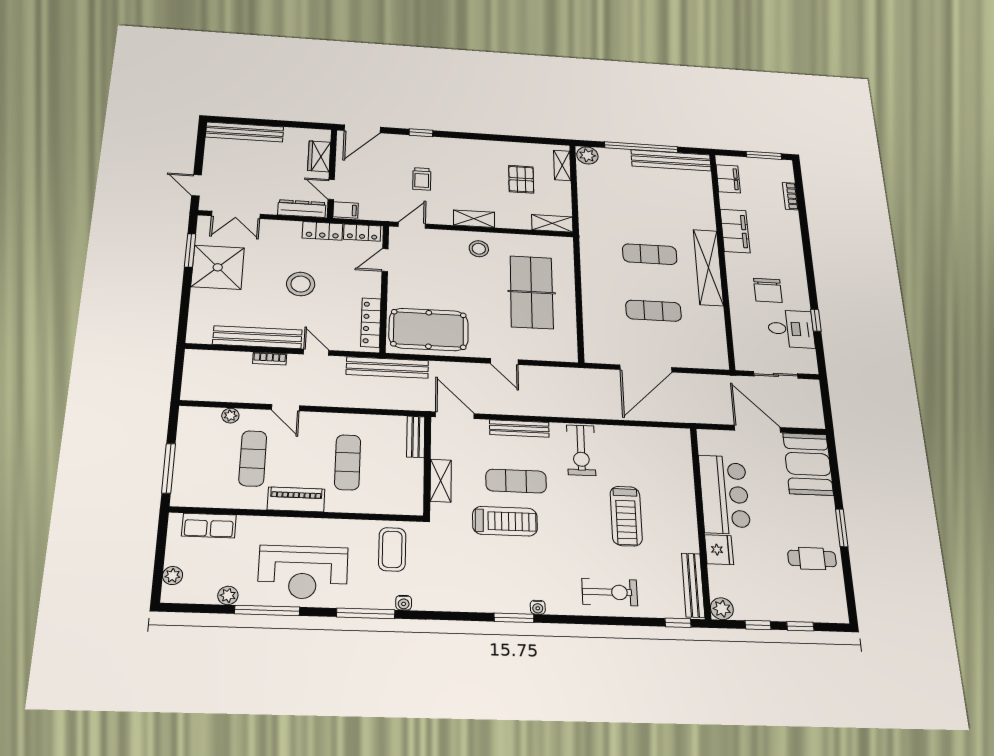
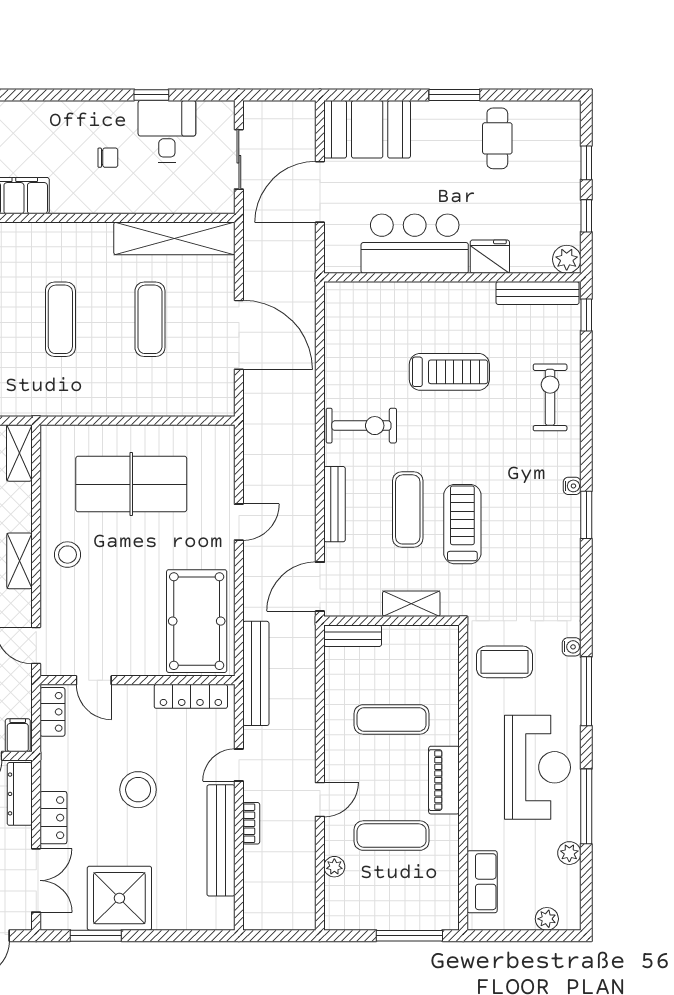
locker: (322, 231) -> (53, 818), moved
shelving: (708, 267) -> (174, 238), moved
chair: (768, 290) -> (108, 158), width x0.54, depth x0.54

